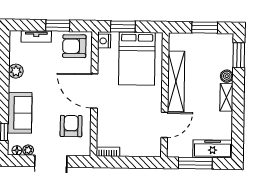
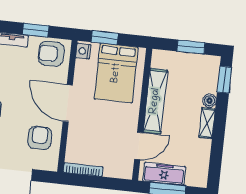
freezer: (213, 149) -> (164, 174), moved
bookcase: (108, 152) -> (83, 170), width x1.56

